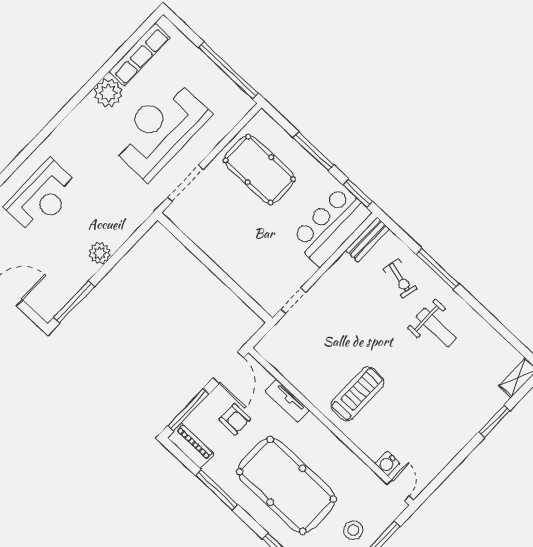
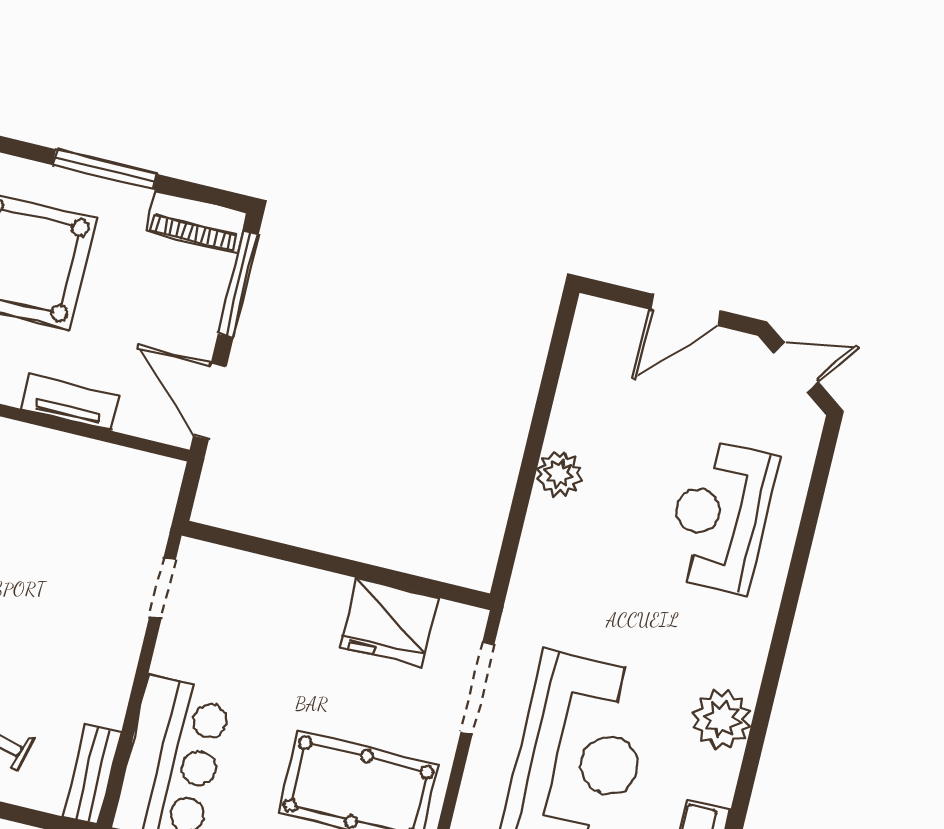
plant: (108, 93) -> (722, 719), moved
fridge: (207, 232) -> (389, 622), added
window: (74, 302) -> (555, 359), removed
armchair: (235, 419) -> (145, 315), removed

